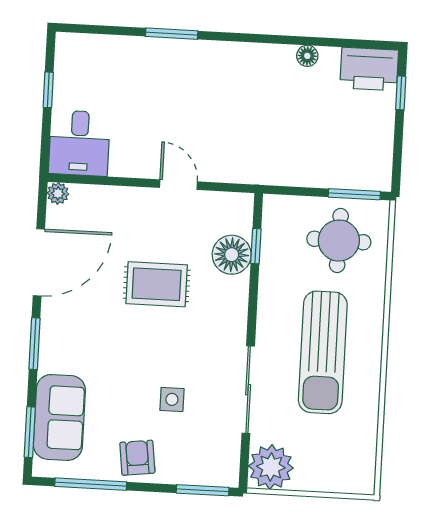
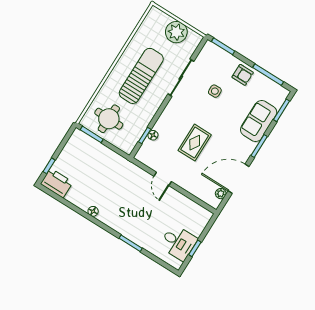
floor lamp: (307, 56) -> (93, 211), moved
desk: (79, 143) -> (178, 243), moved, turned 90
plant: (58, 193) -> (221, 194), moved
floor lamp: (232, 255) -> (153, 135), width x0.53, depth x0.53
rug: (157, 284) -> (195, 143), turned 90
sofa: (59, 417) -> (259, 121), moved
armchair: (137, 458) -> (243, 75), turned -83
plant: (271, 467) -> (176, 32), moved

